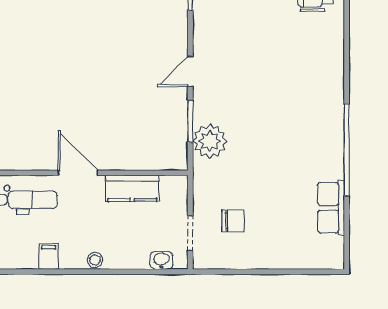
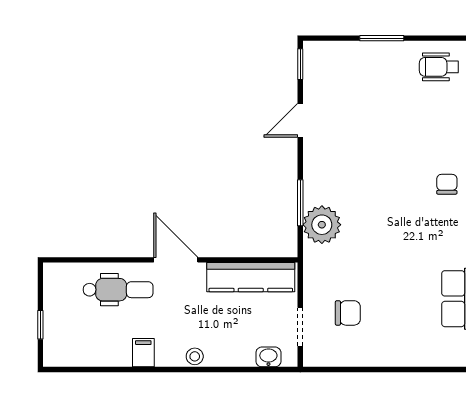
door: (190, 71) -> (300, 120), moved
chair: (322, 105) -> (447, 184), added
kitchen counter: (132, 188) -> (251, 277), width x1.50

